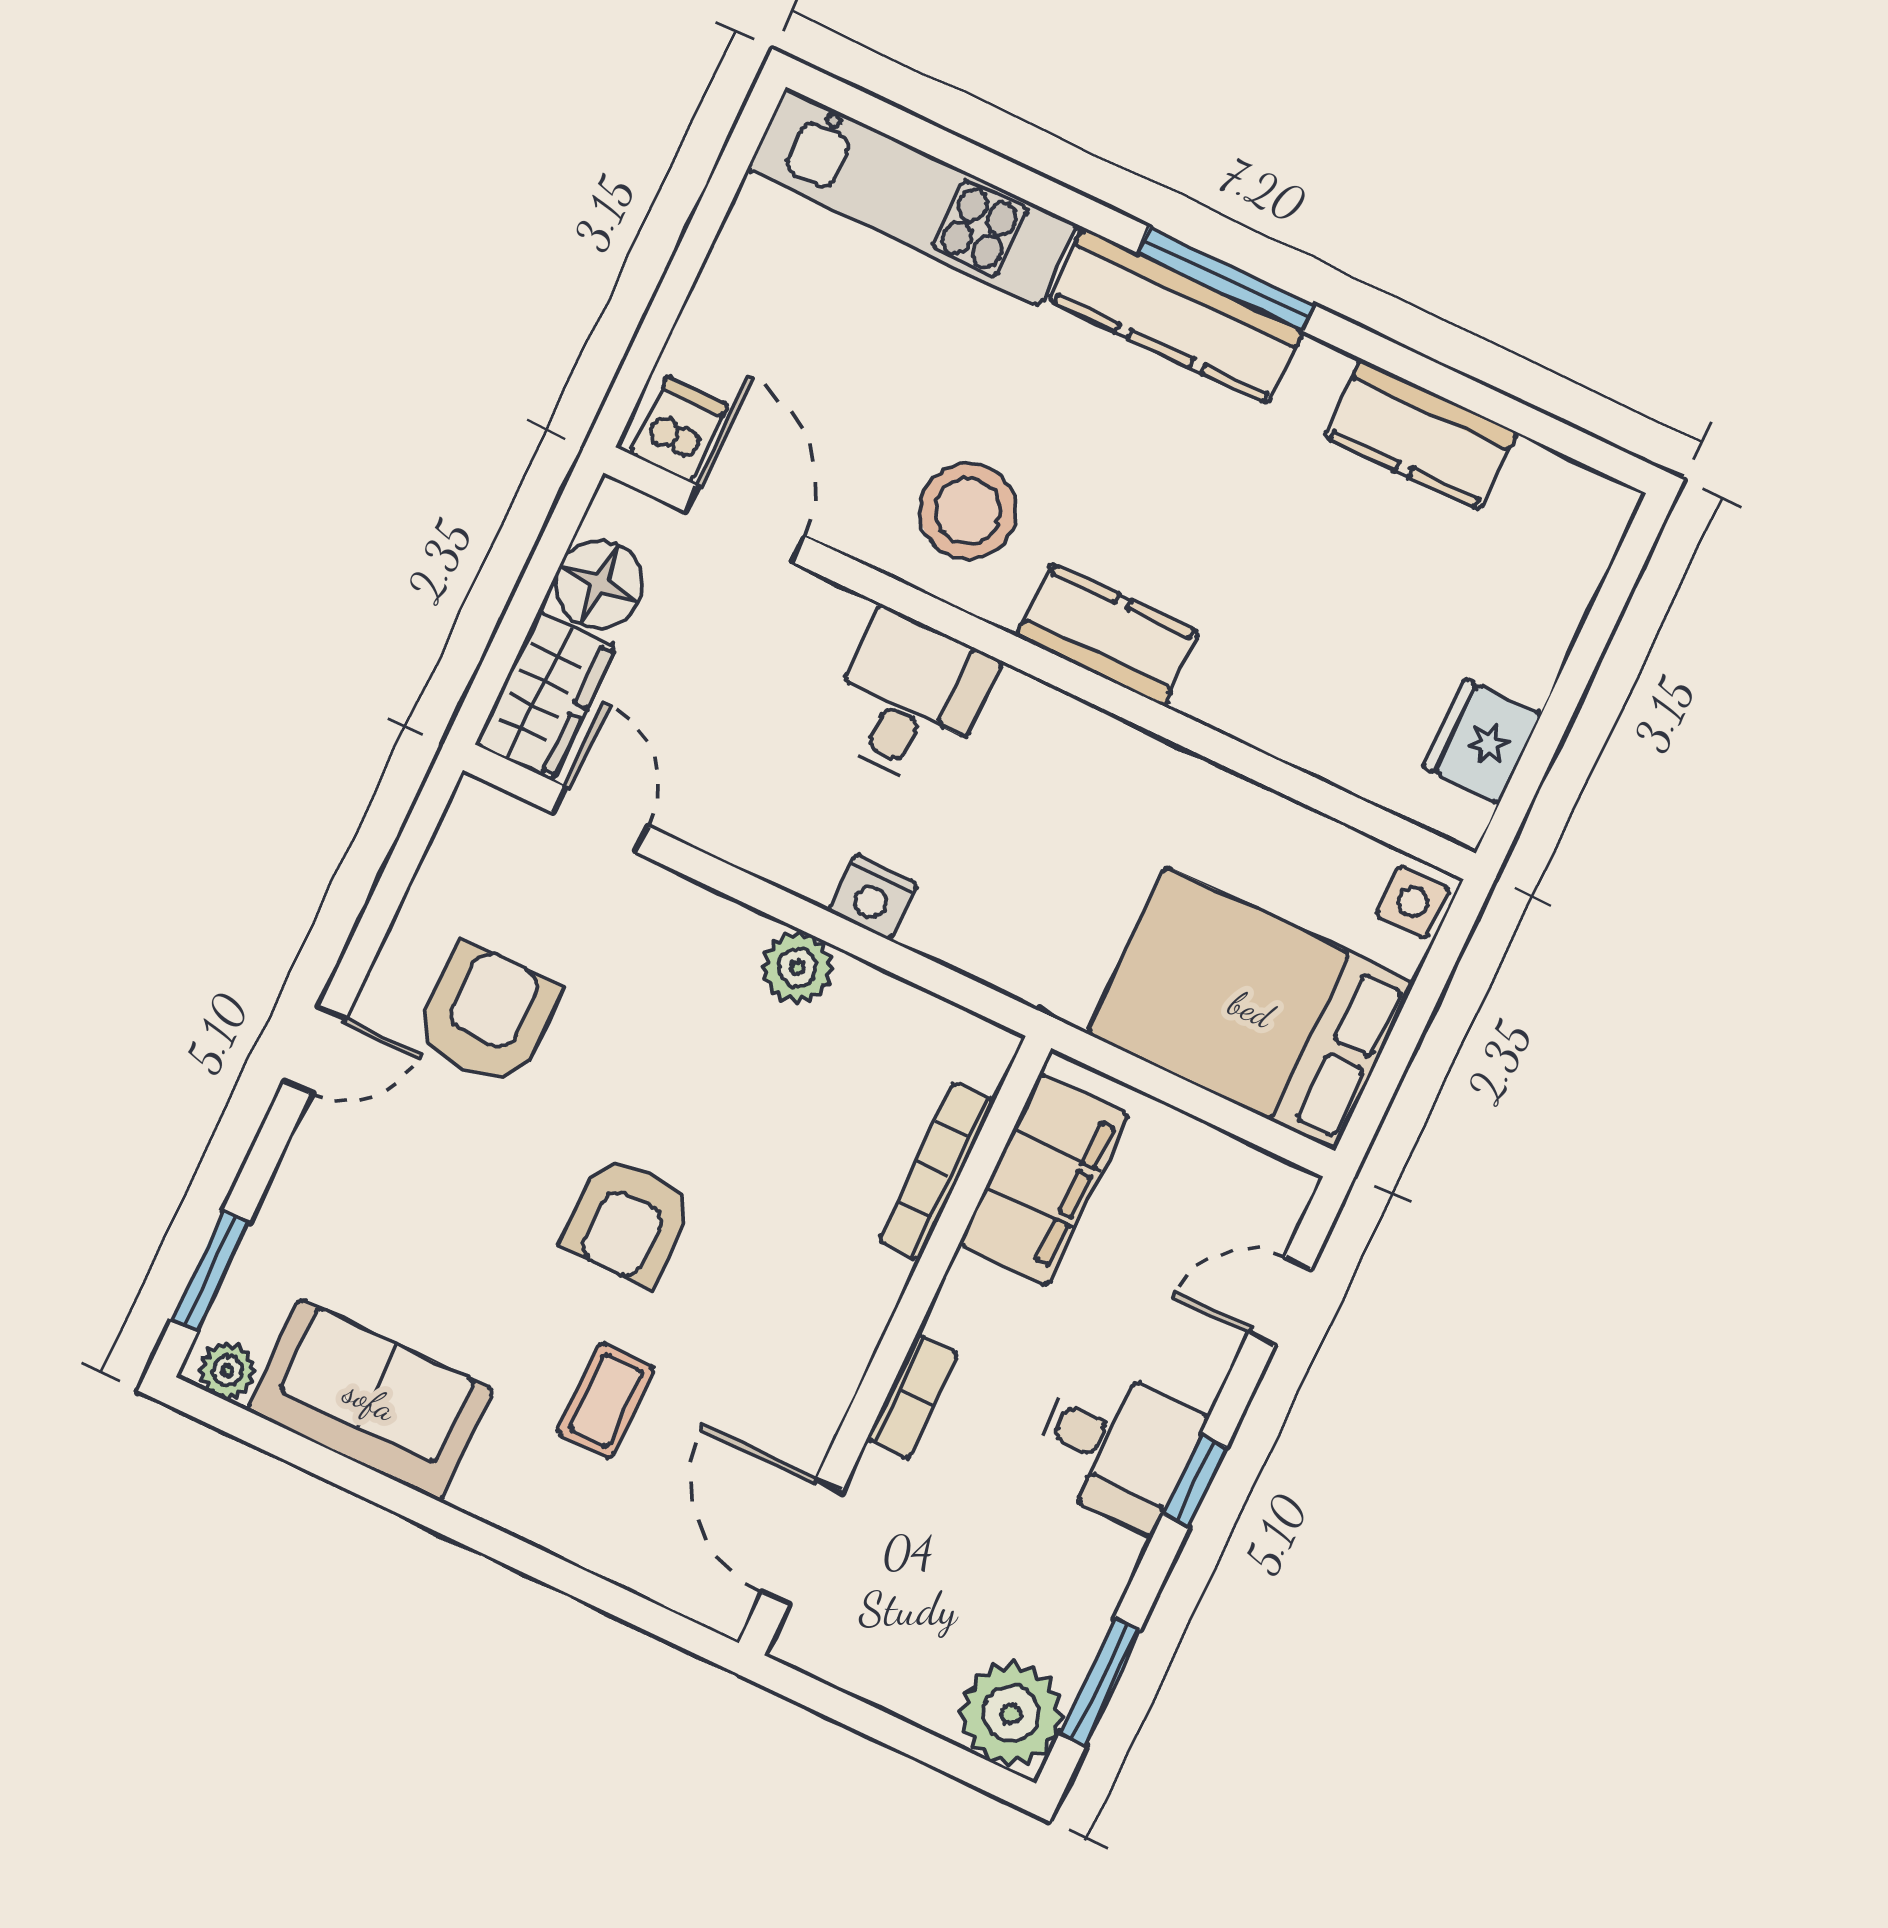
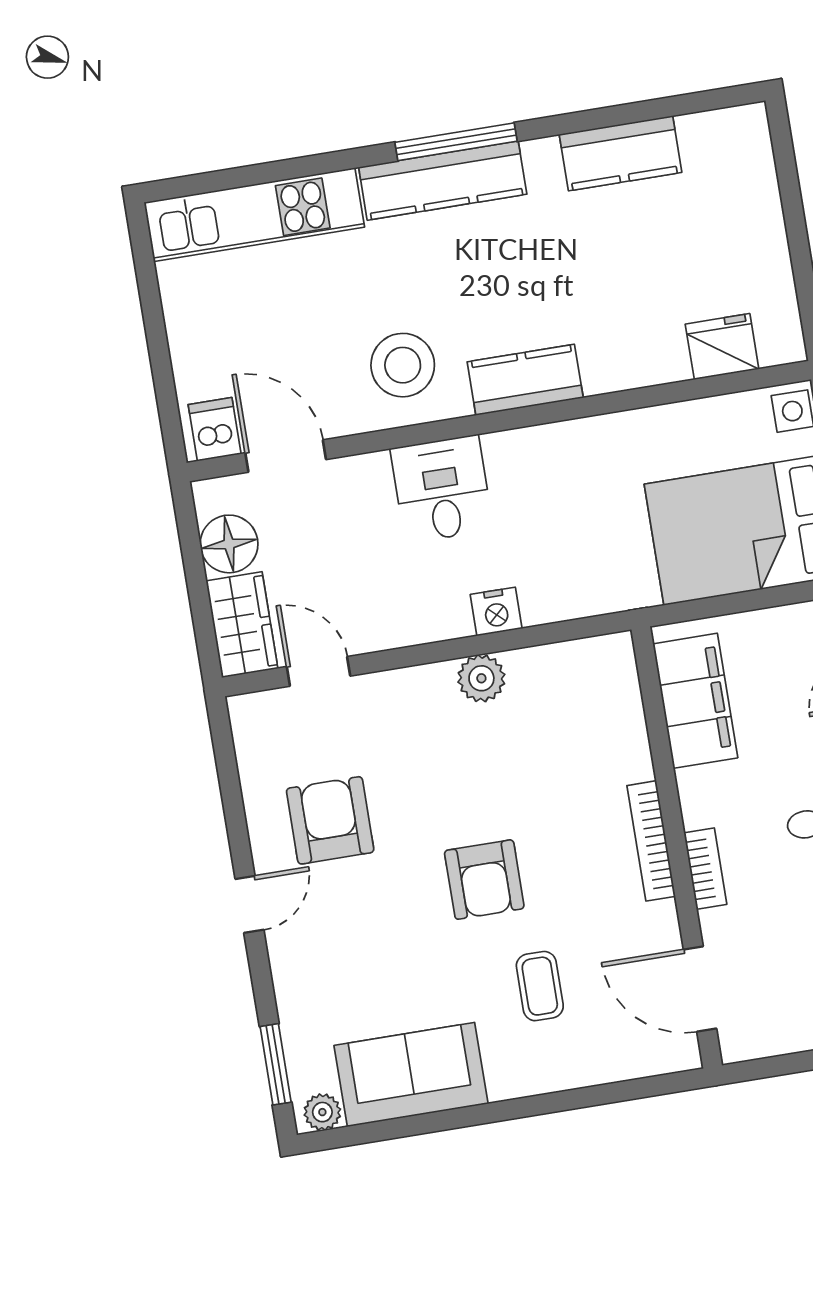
fridge: (1482, 741) -> (722, 347), moved, turned 90
bookcase: (937, 1171) -> (651, 841), moved

